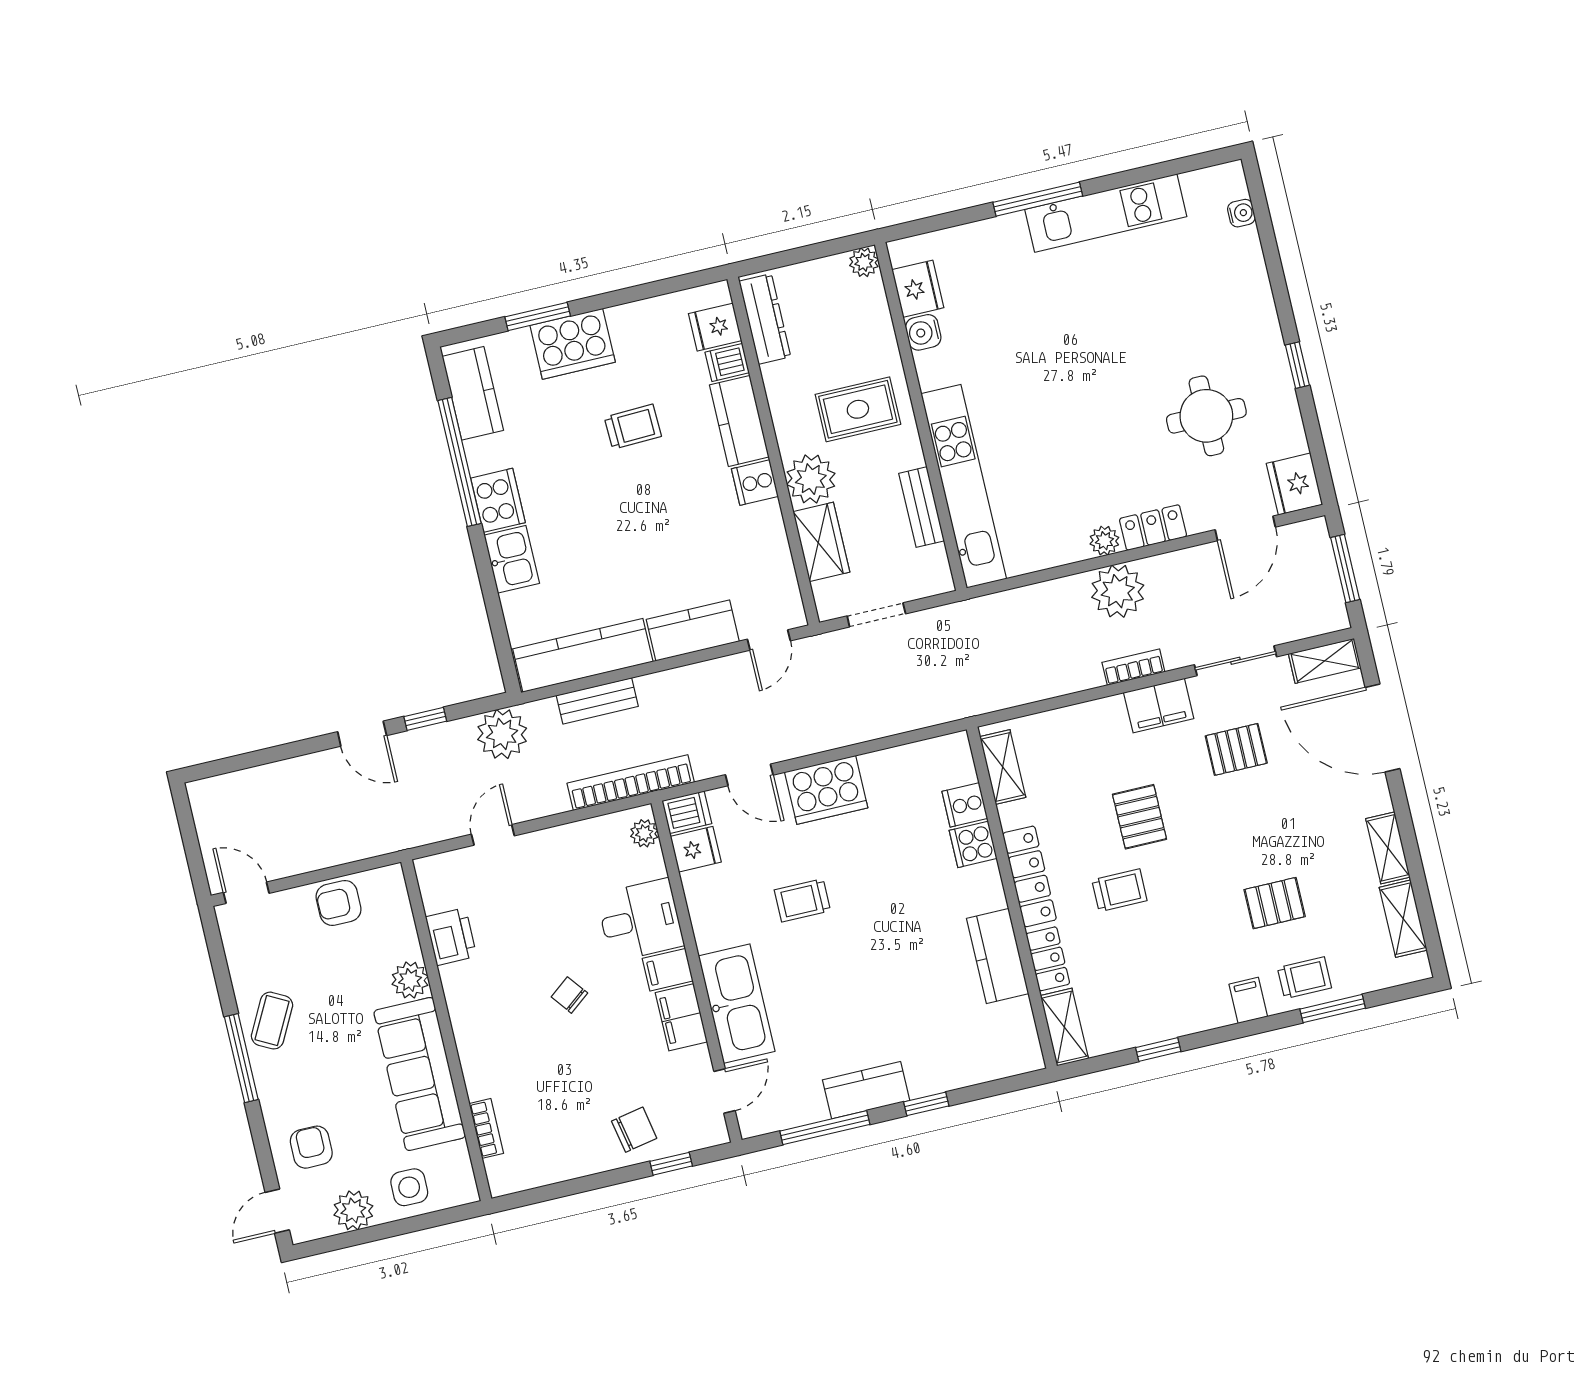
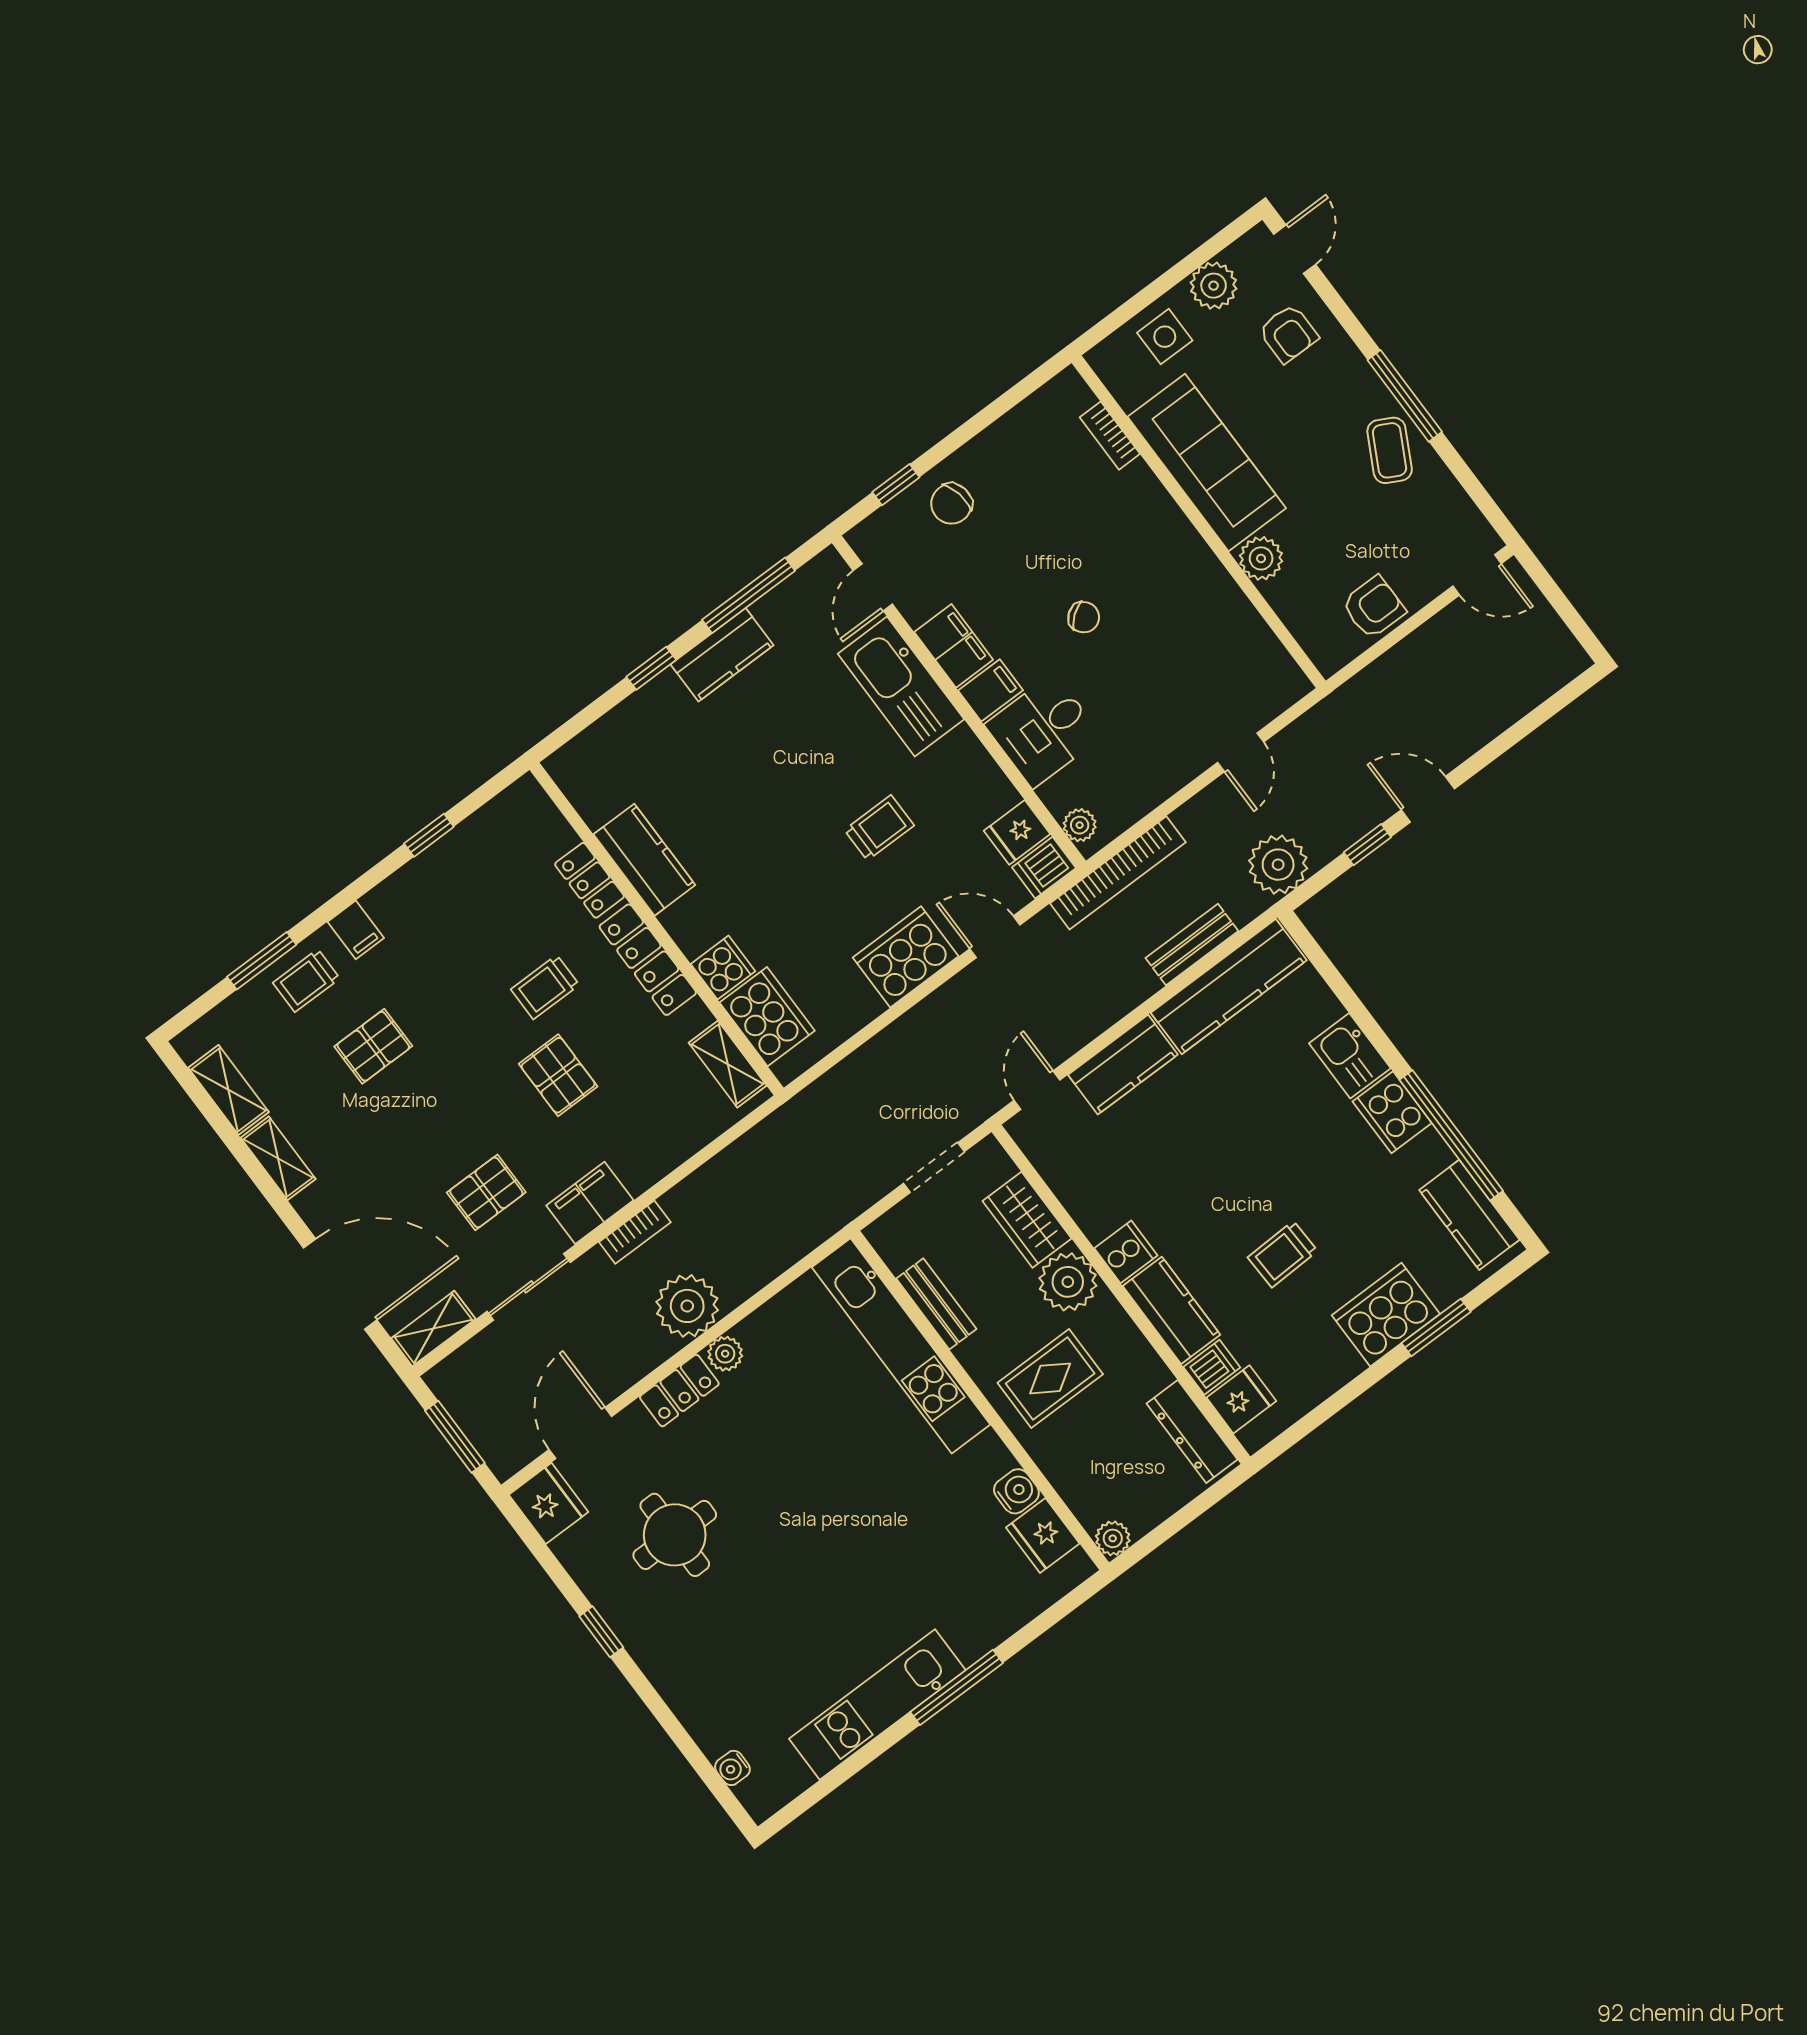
cooker: (965, 805) -> (767, 1017), width x1.87, depth x1.31
printer: (451, 937) -> (1238, 624), removed
shelving: (1064, 1027) -> (540, 815), removed

